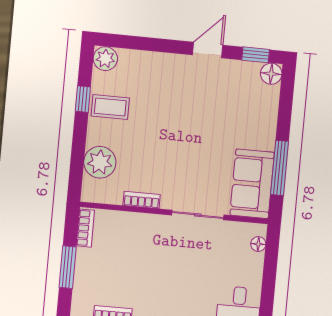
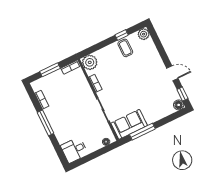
plant: (100, 162) -> (90, 62), moved

